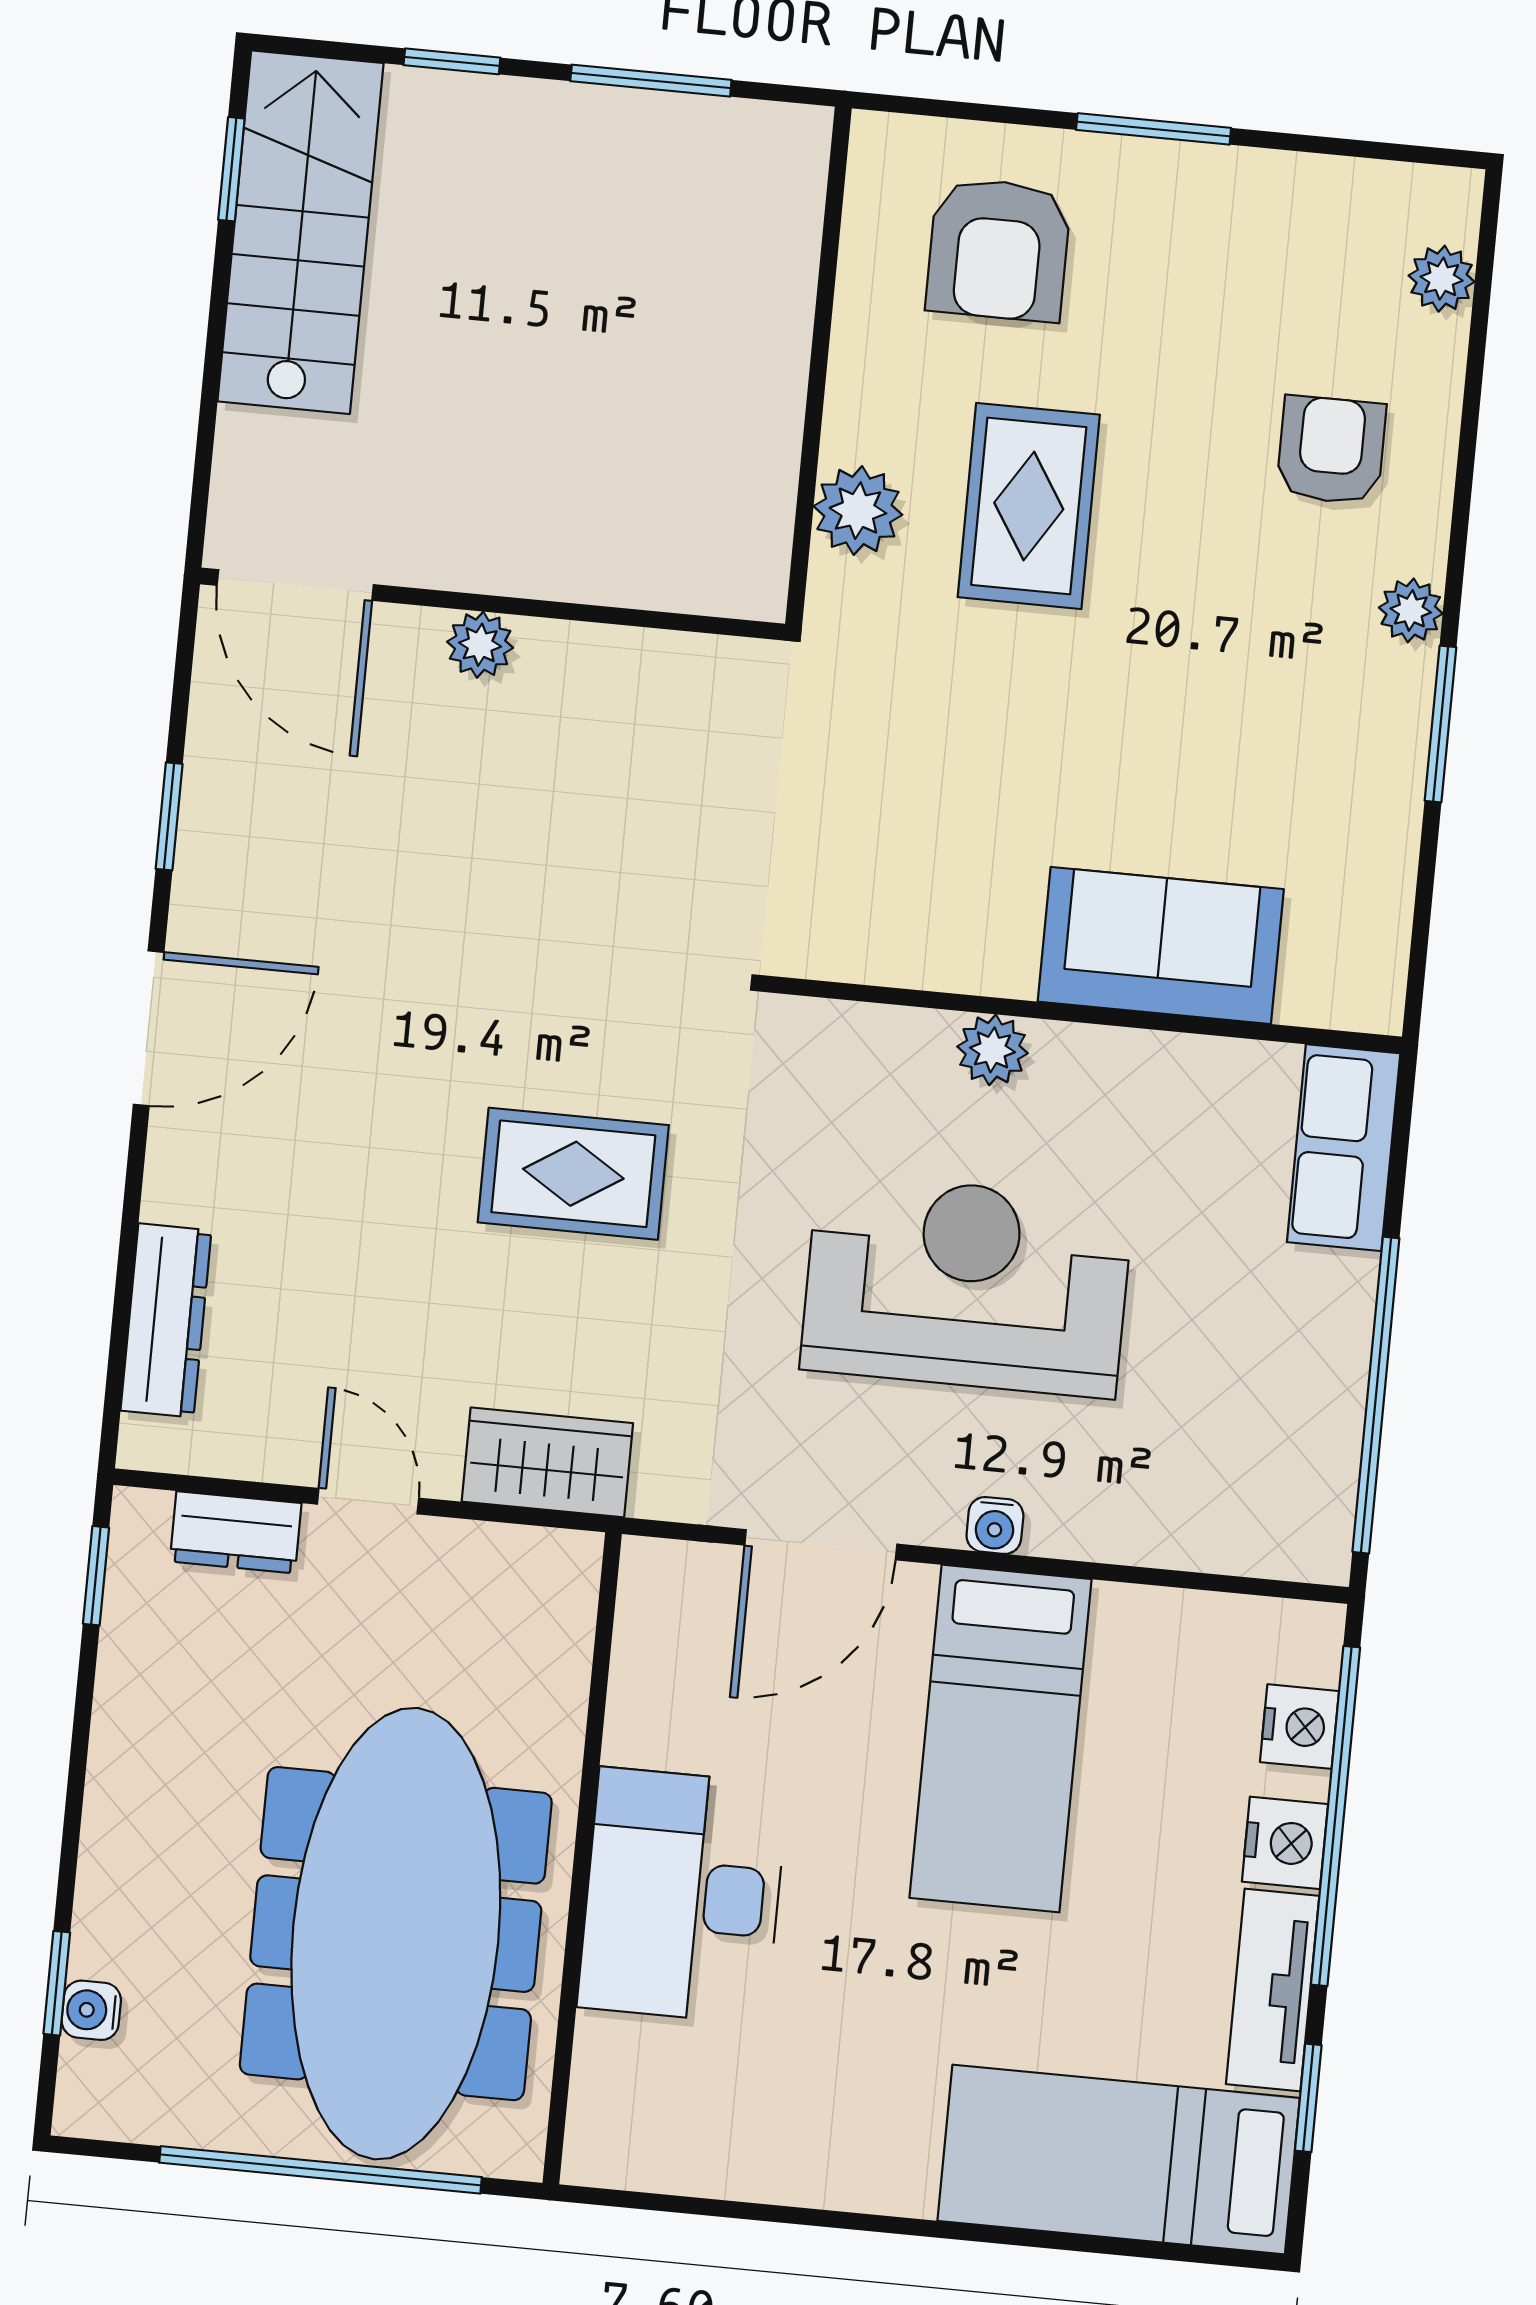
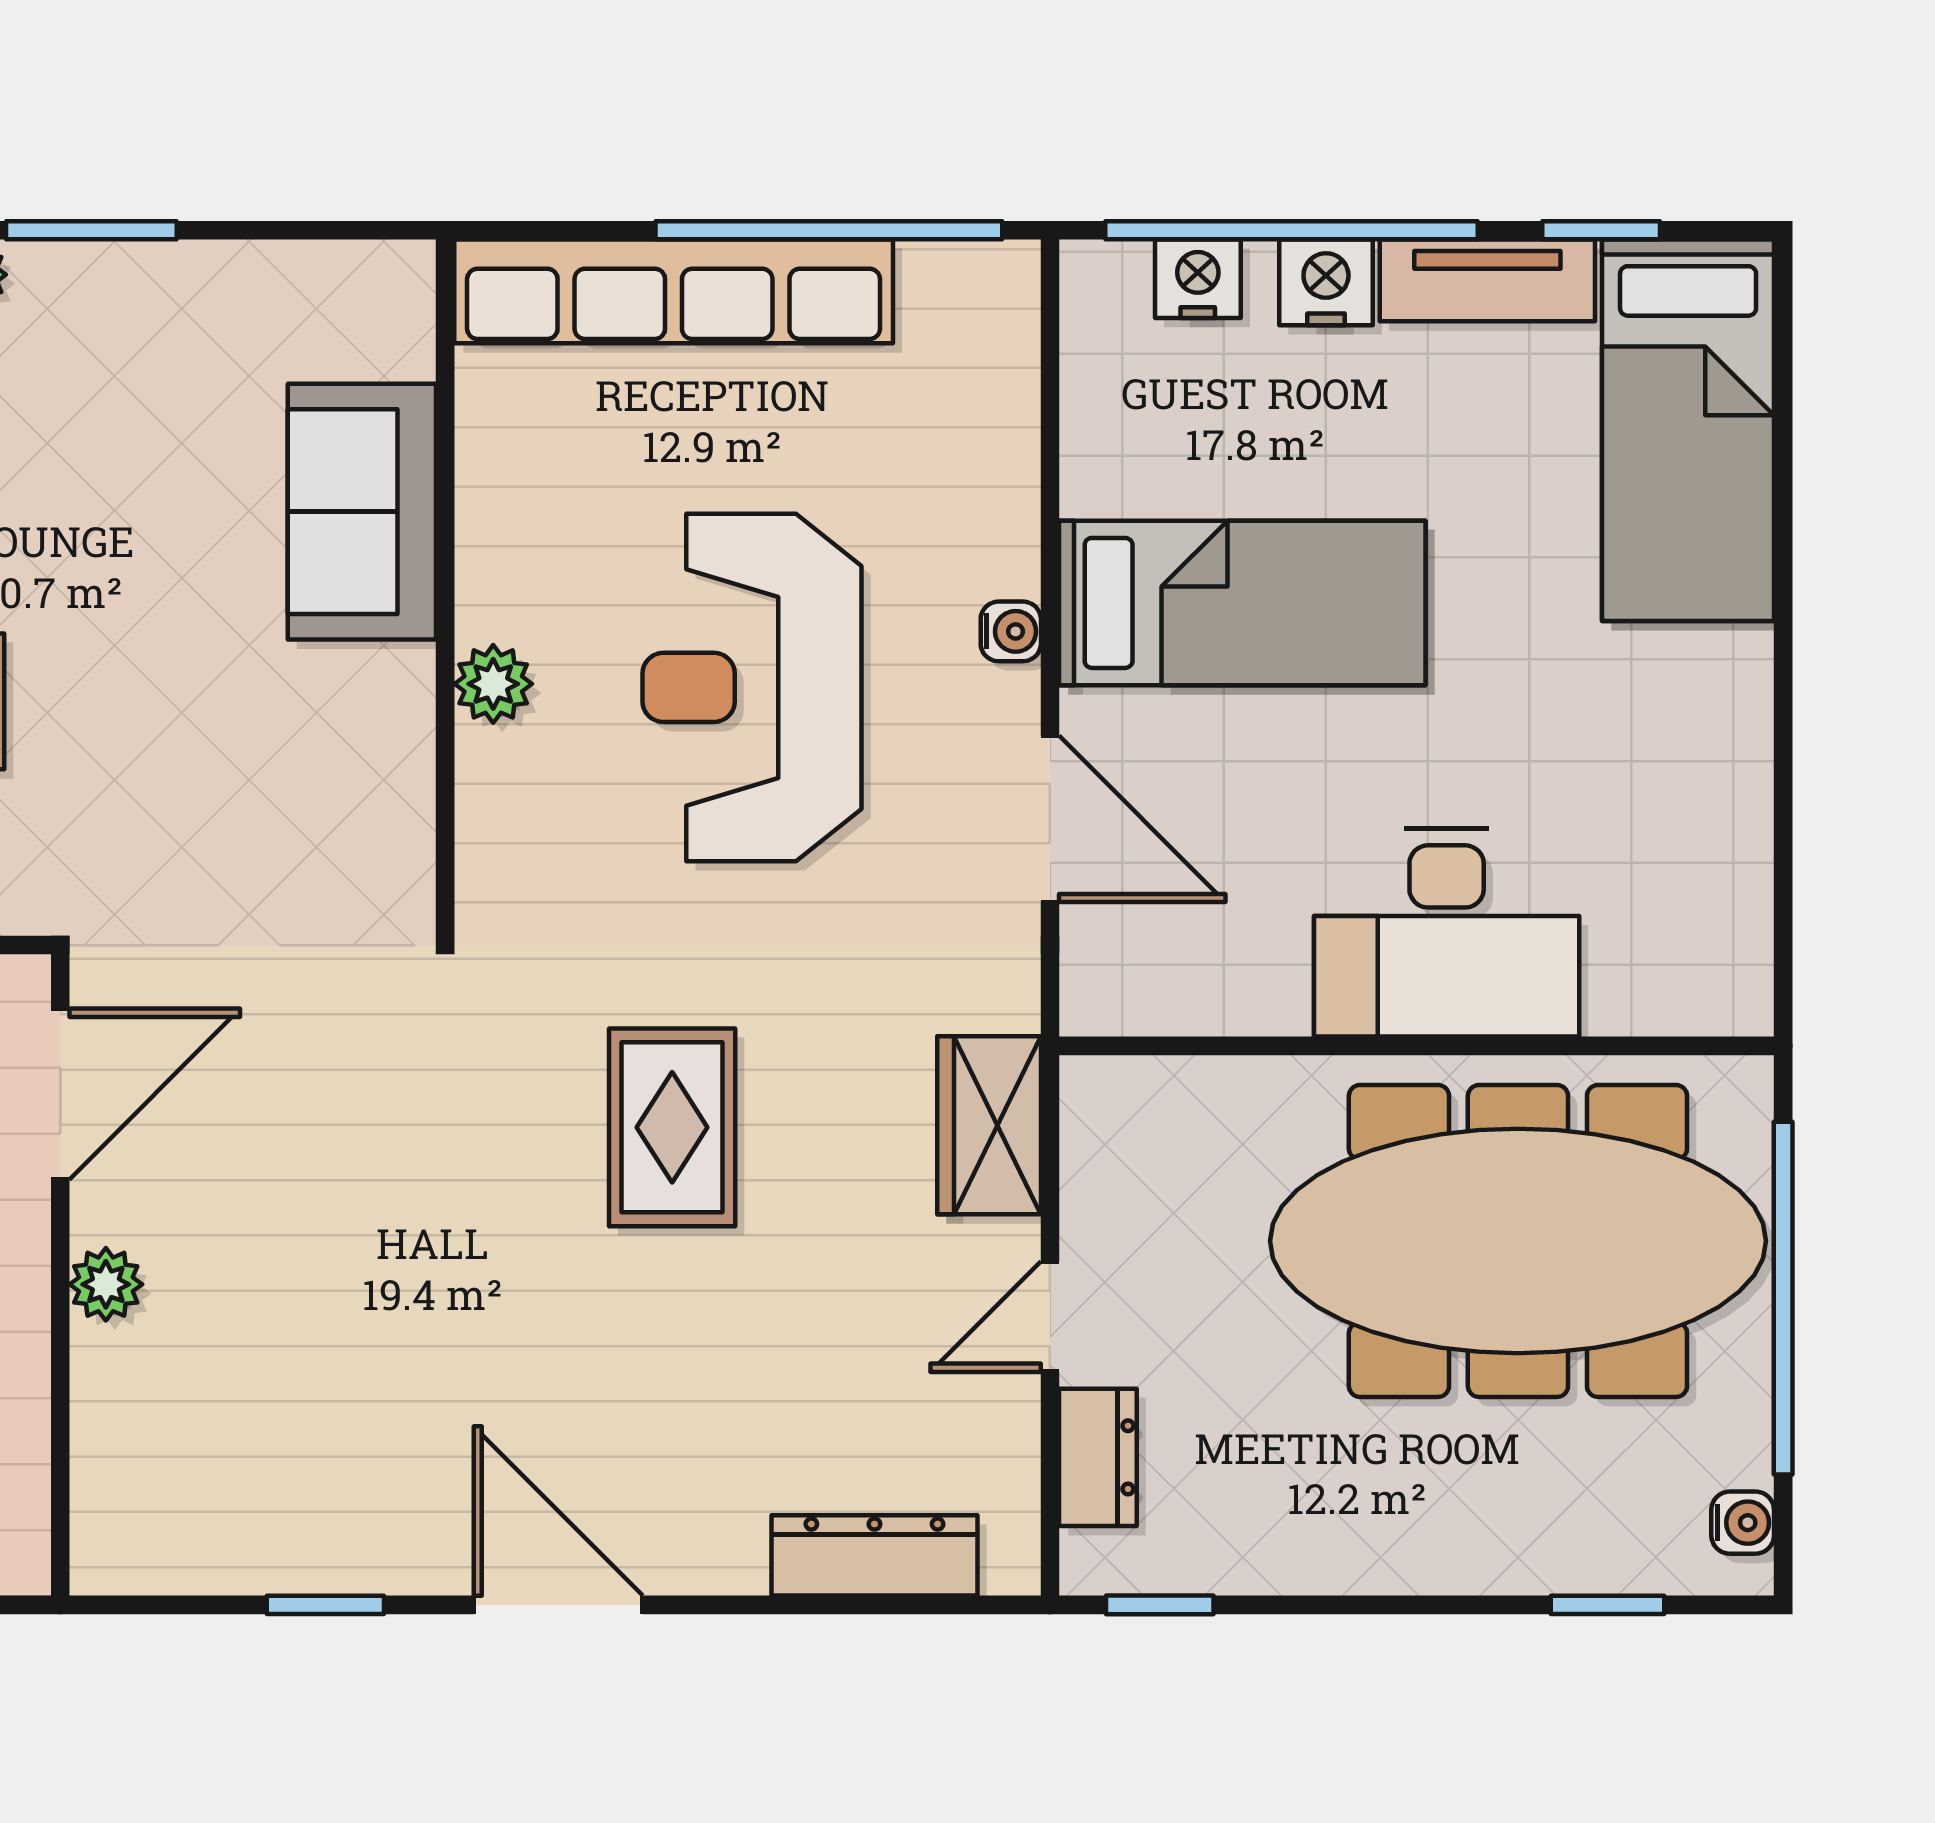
door: (295, 585) -> (60, 1094), moved
row of seats: (1344, 1148) -> (674, 291), width x2.02
water cooler: (91, 2010) -> (1743, 1523), moved, turned -90

